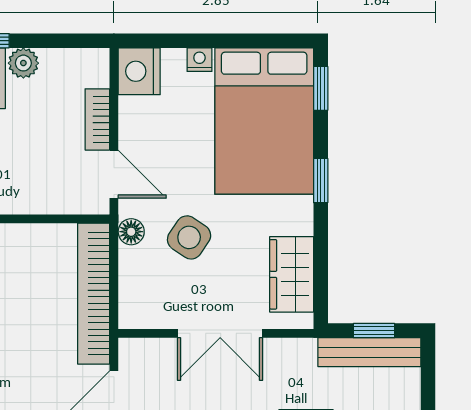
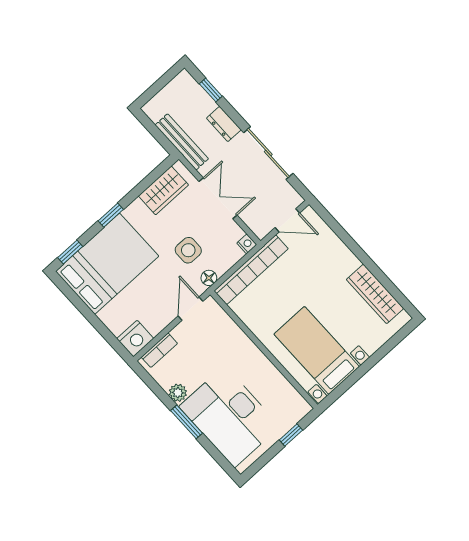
nightstand: (199, 60) -> (247, 244), moved, turned 180
bookcase: (97, 119) -> (159, 350), moved
side table: (189, 237) -> (188, 250), turned -34
window: (374, 331) -> (155, 132), removed
bench: (369, 352) -> (182, 142), moved

